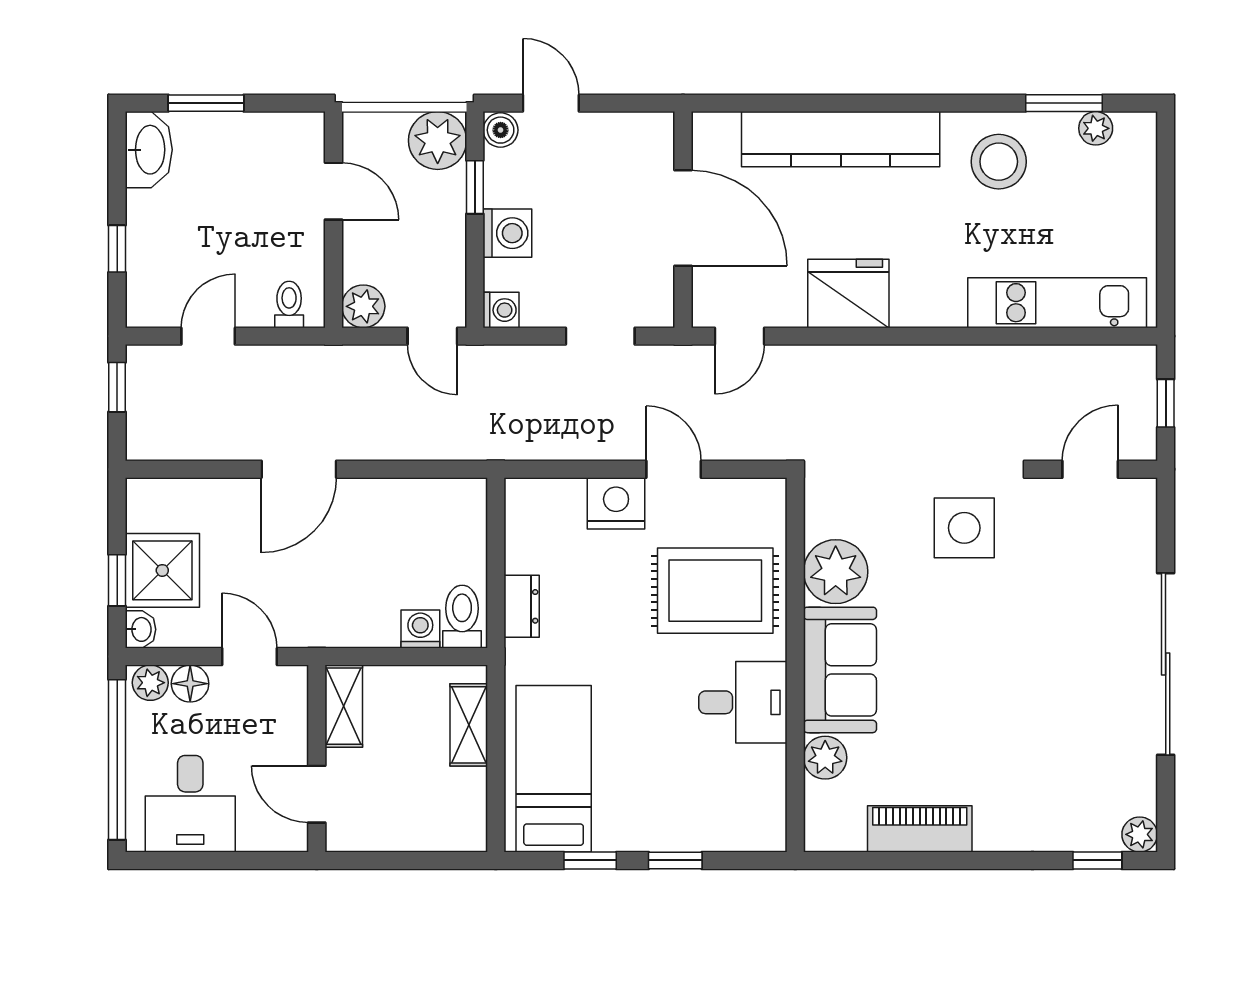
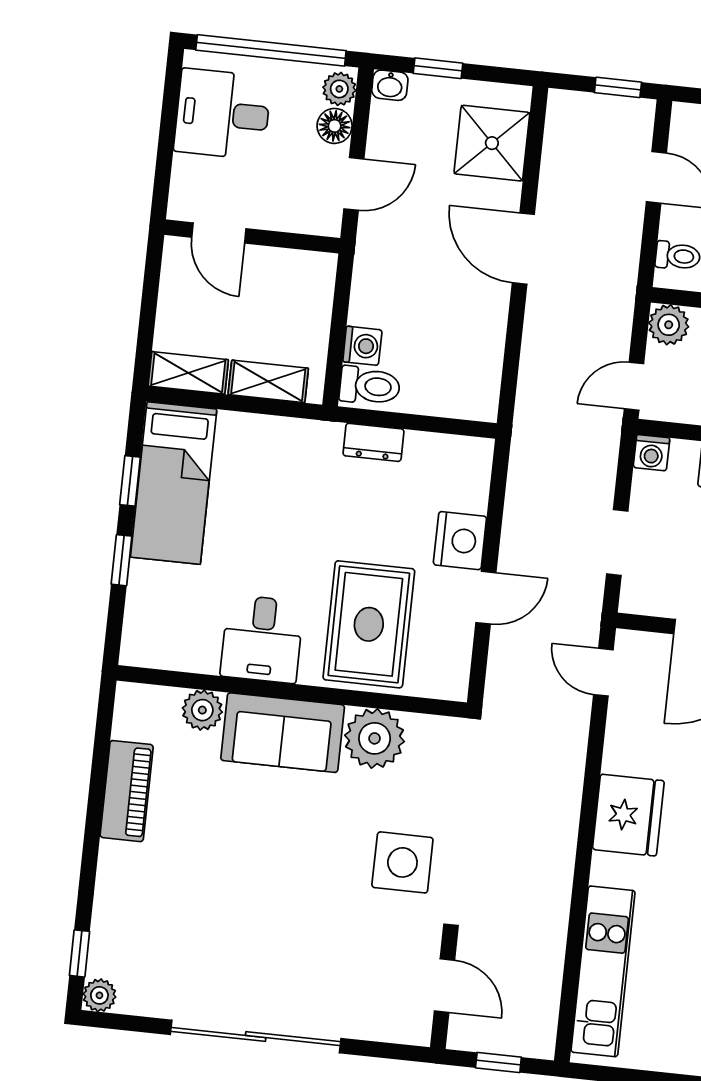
fridge: (848, 294) -> (628, 815), moved
shower: (162, 570) -> (492, 143), moved
shelving: (344, 706) -> (188, 373), moved
bed: (554, 769) -> (174, 483), moved, turned 90
door: (317, 794) -> (219, 233), swing flipped

